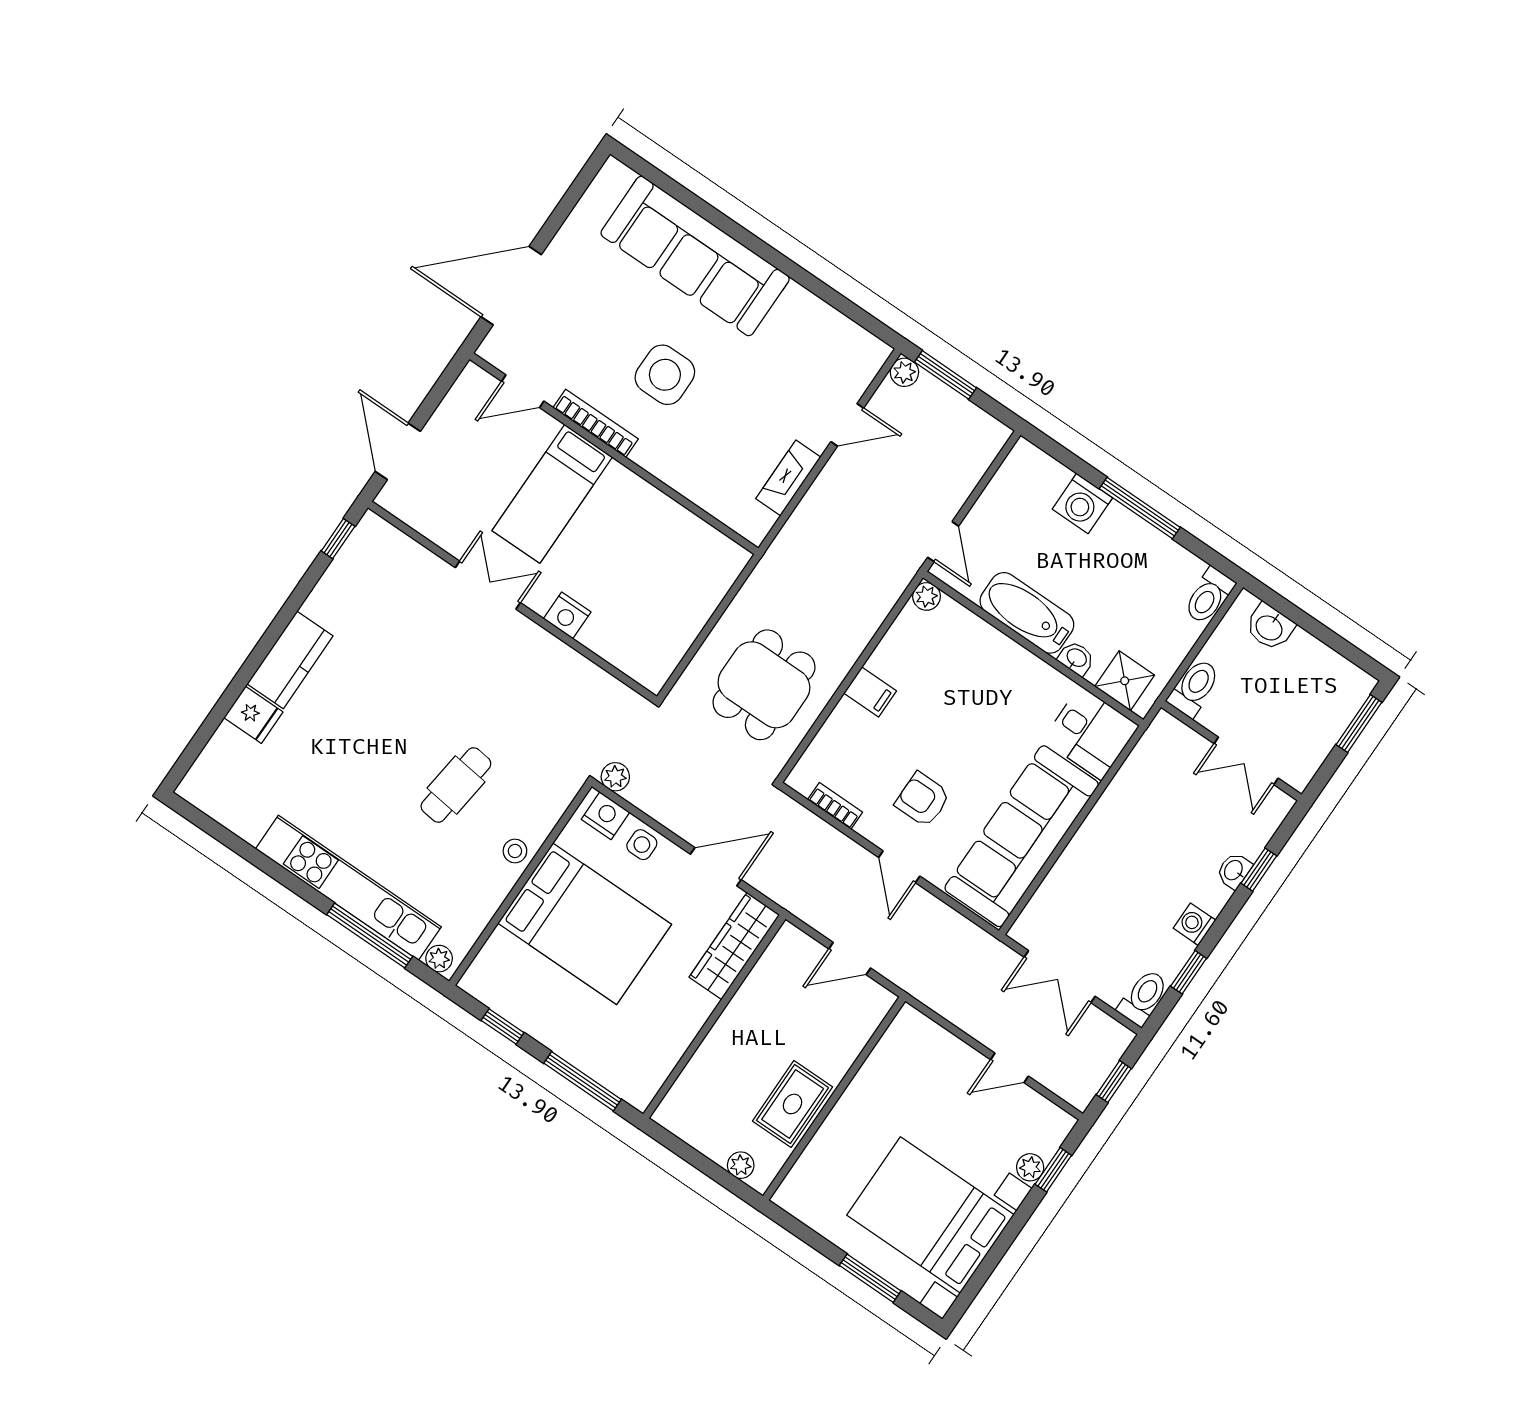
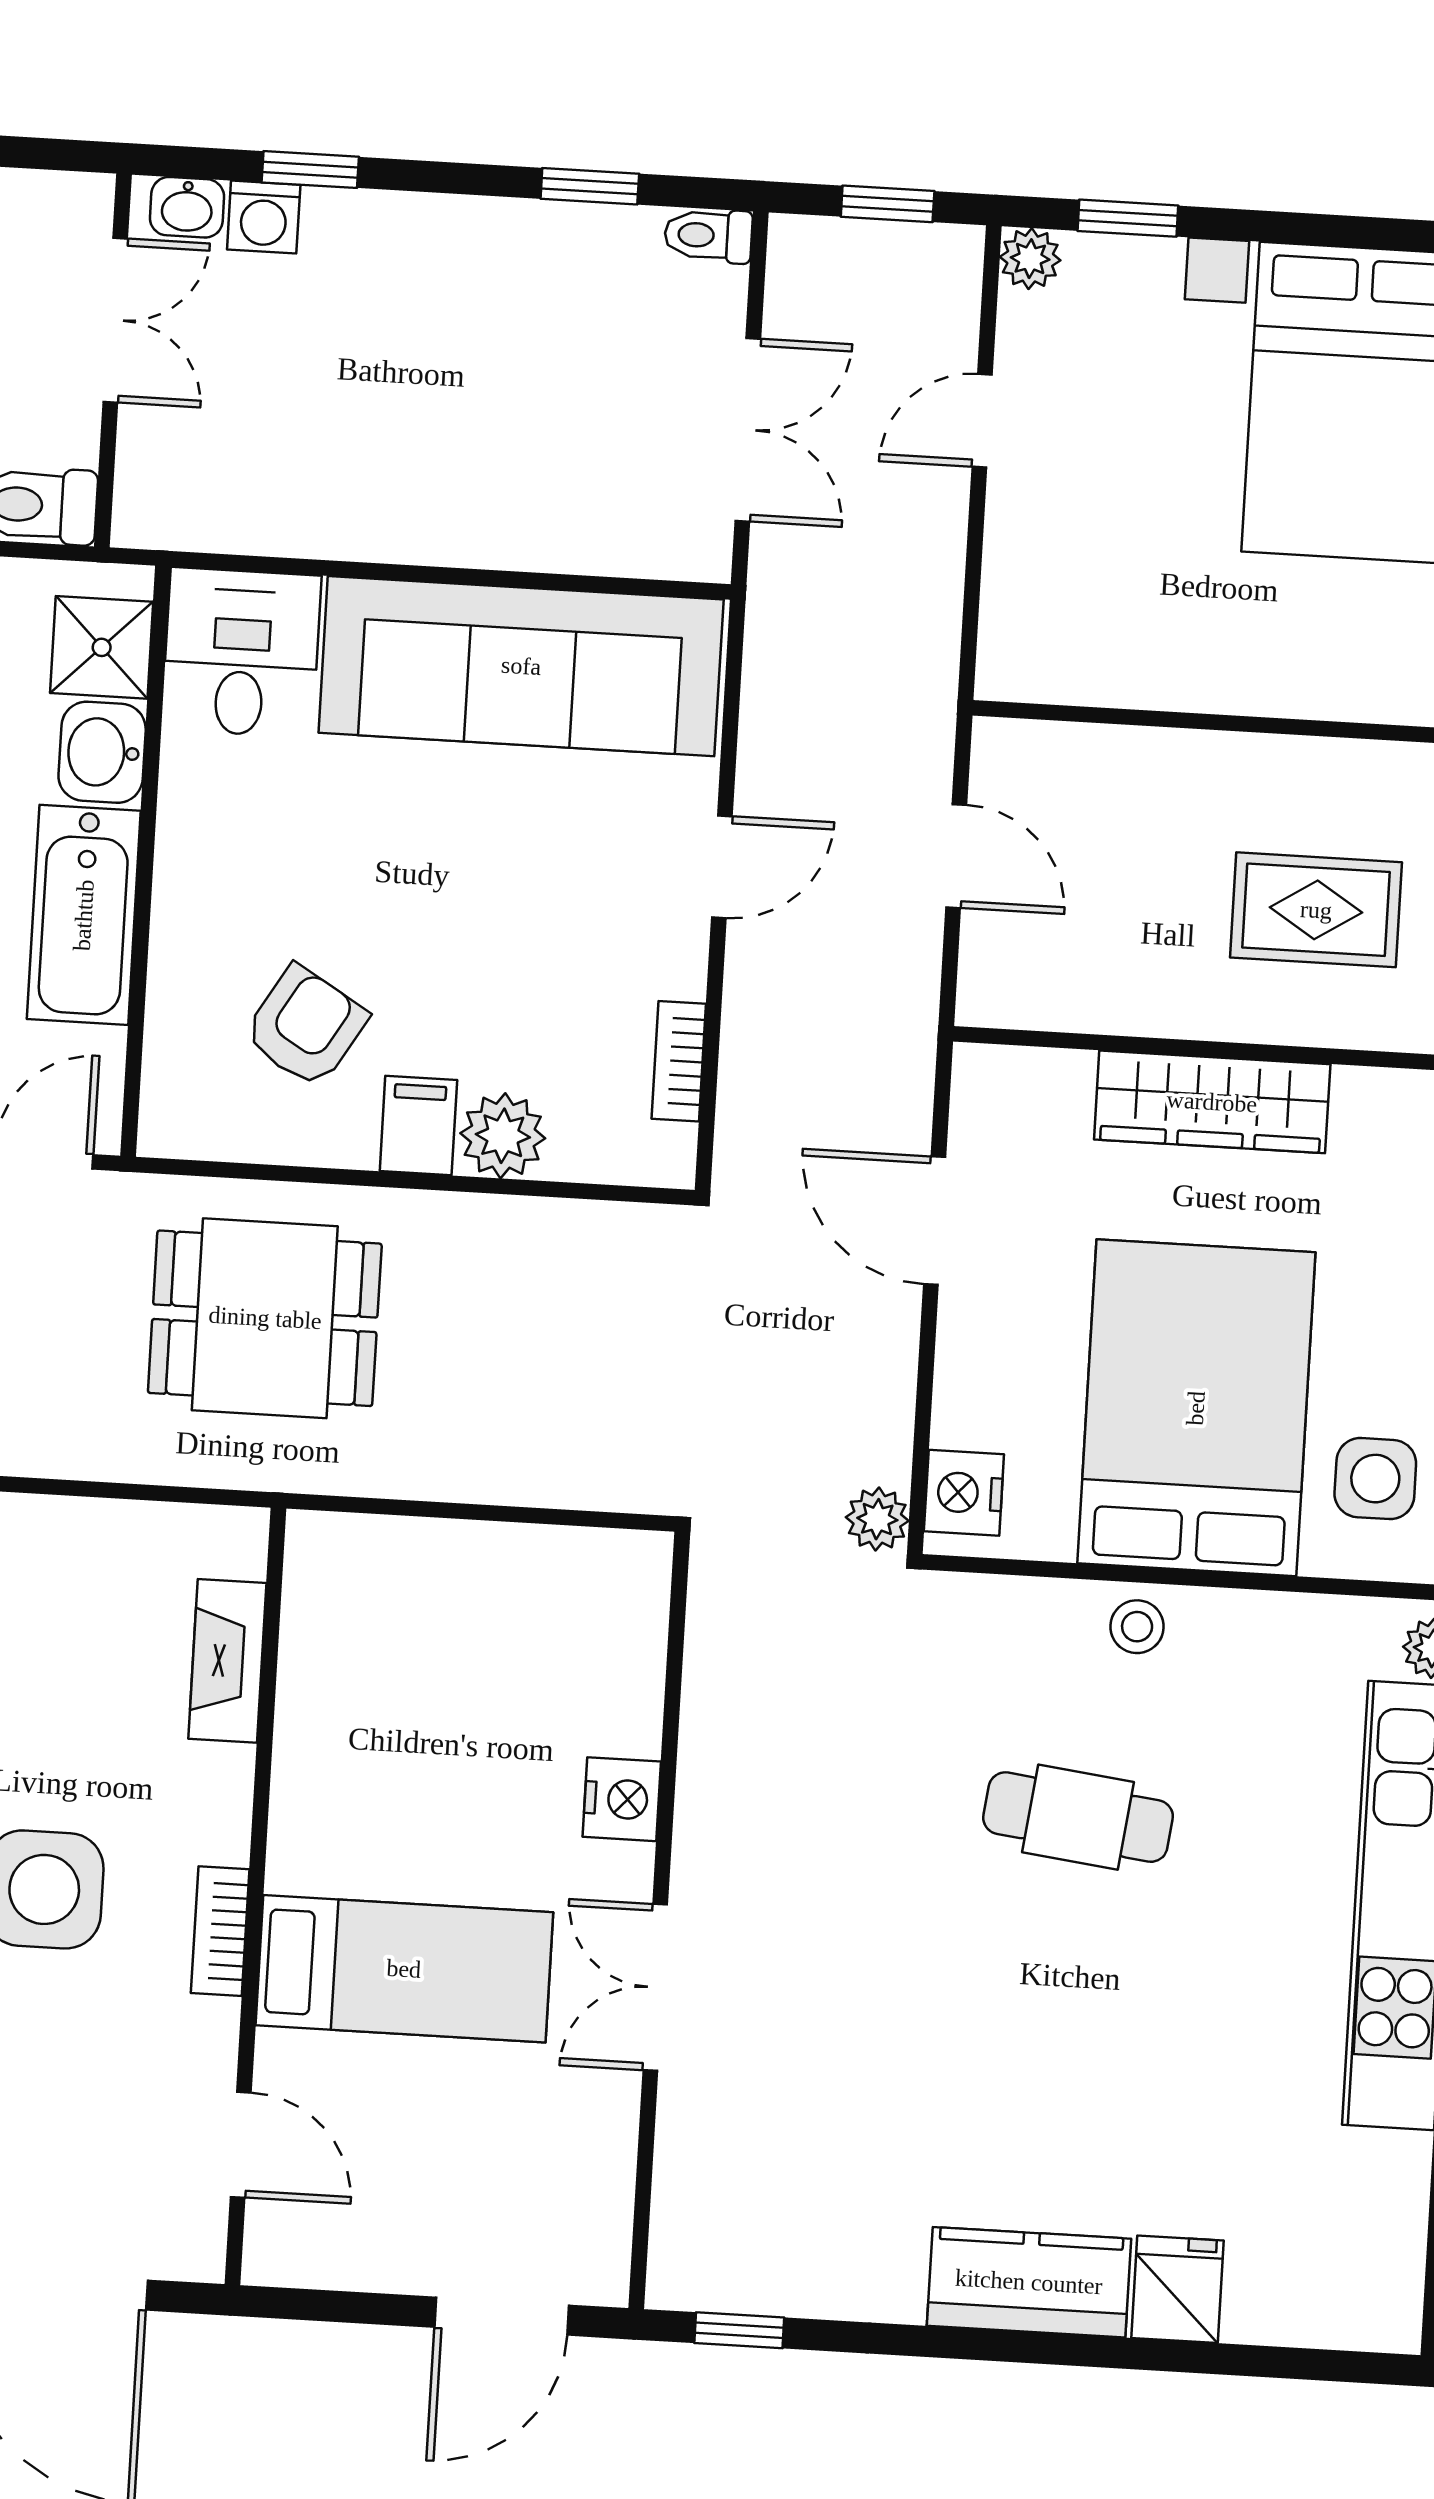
bookcase: (596, 423) -> (220, 1931), width x0.64
fireplace: (788, 478) -> (227, 1661), moved, turned 90
plant: (927, 596) -> (503, 1136), moved, width x1.38, depth x1.38
washbasin: (1076, 658) -> (102, 752), width x1.38, depth x1.45
dining table: (764, 685) -> (265, 1318), moved
armchair: (923, 800) -> (306, 1027), moved, turned -149
side table: (642, 845) -> (1375, 1479), moved, width x1.37, depth x1.37
washbasin: (1234, 871) -> (187, 207), moved
washing machine: (1194, 924) -> (264, 217), moved
wardrobe: (734, 946) -> (1212, 1102), moved
toilet: (1143, 997) -> (708, 235), width x0.73, depth x0.72
door: (1010, 1068) -> (982, 421), swing flipped
rug: (793, 1104) -> (1316, 910), moved
plant: (1030, 1167) -> (1030, 259), moved

